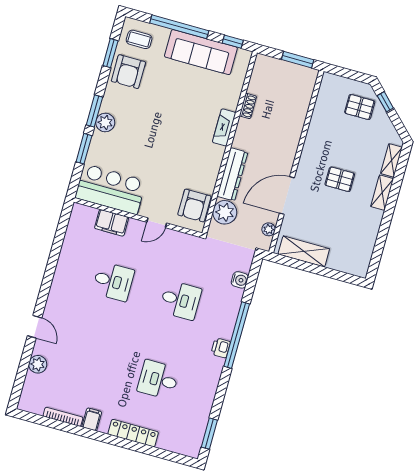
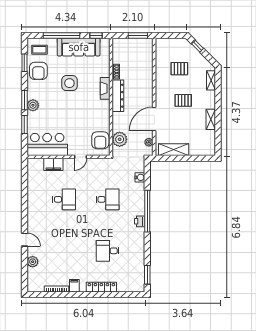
side table: (171, 104) -> (69, 83), added
pallet: (360, 107) -> (179, 69), moved
dresser: (232, 174) -> (118, 96), moved
shelving: (382, 193) -> (211, 119), moved

